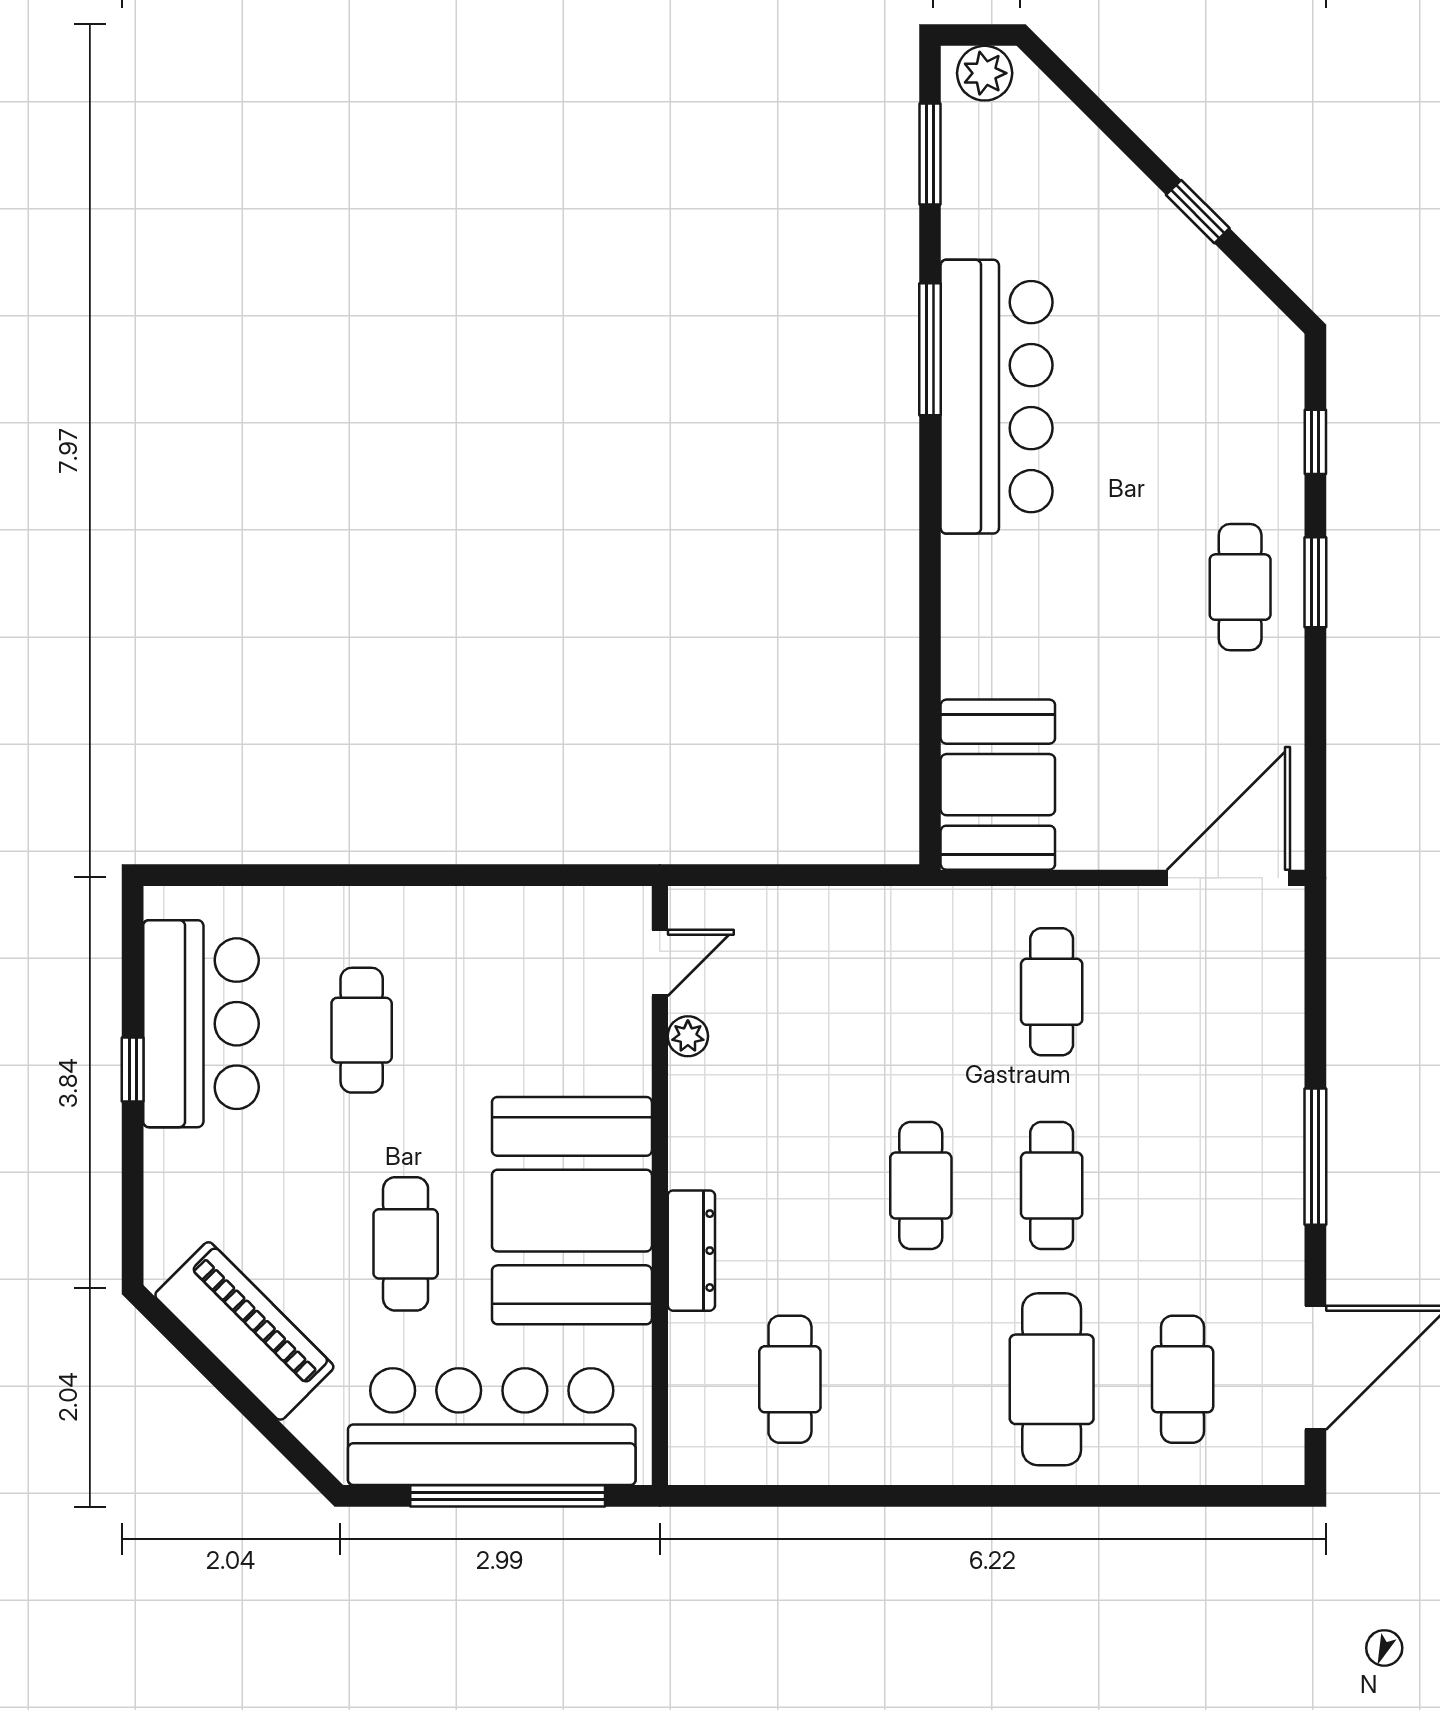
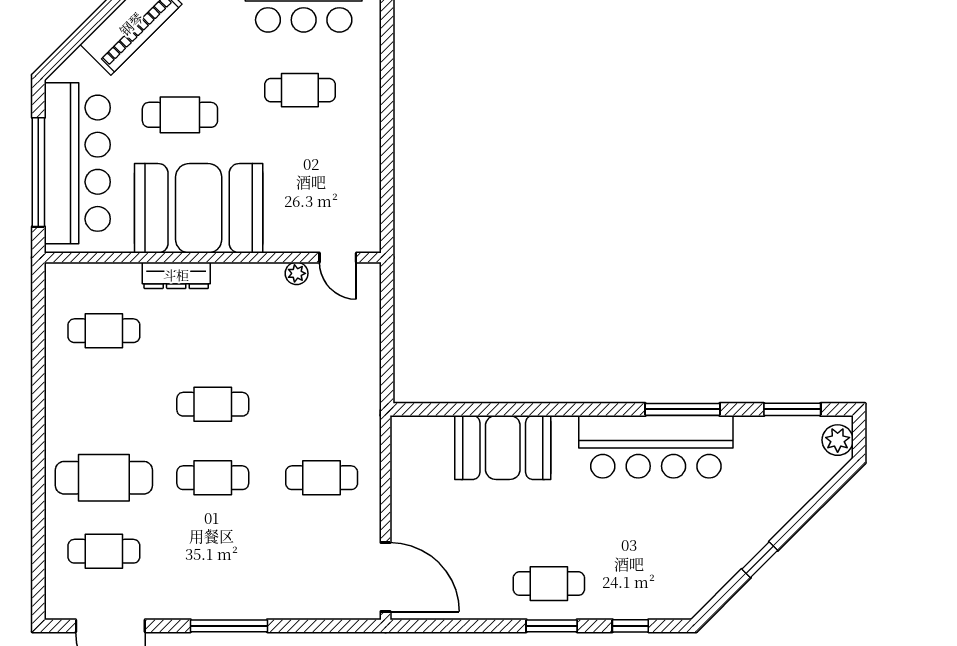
booth: (998, 785) -> (503, 448), moved

